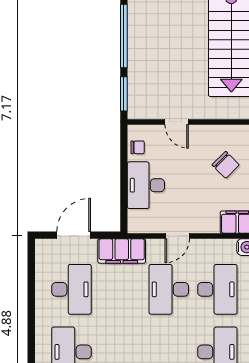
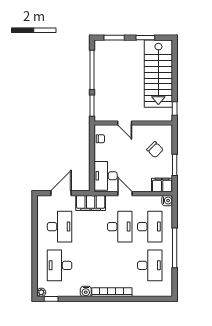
desk: (146, 185) -> (106, 176), moved
door: (177, 236) -> (125, 194), swing flipped
desk: (169, 289) -> (120, 227), turned 180

